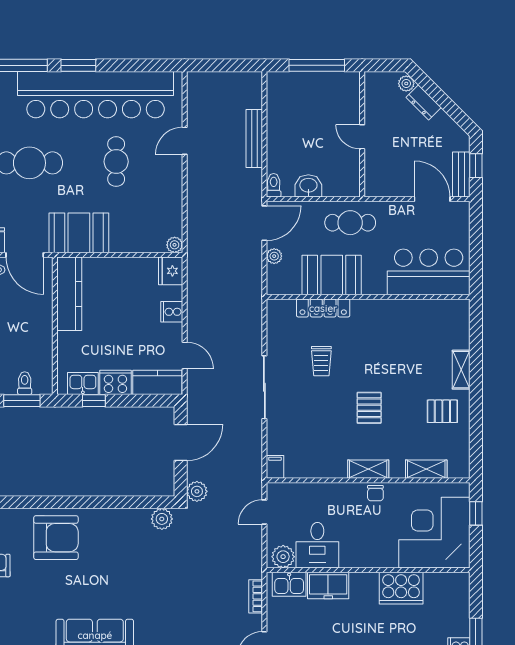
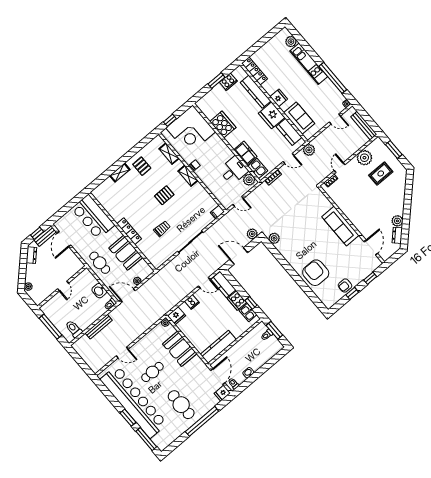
toilet: (283, 98) -> (74, 329), added
dresser: (424, 102) -> (31, 255), moved
booth: (79, 233) -> (180, 349), moved
locker: (323, 308) -> (129, 231), moved
door: (185, 355) -> (204, 283), swing flipped

